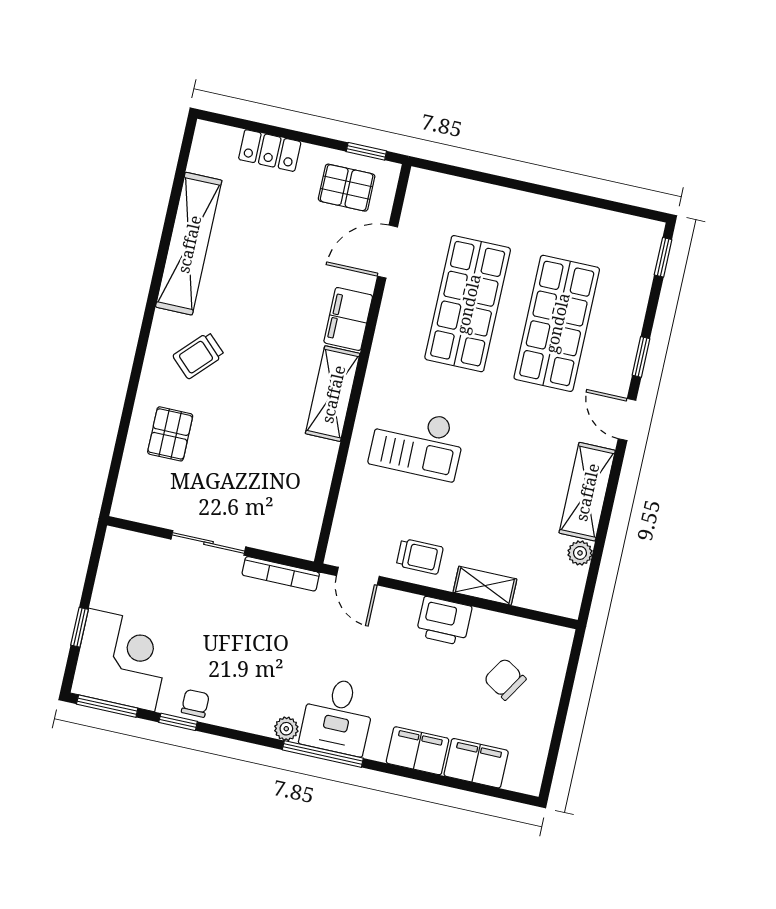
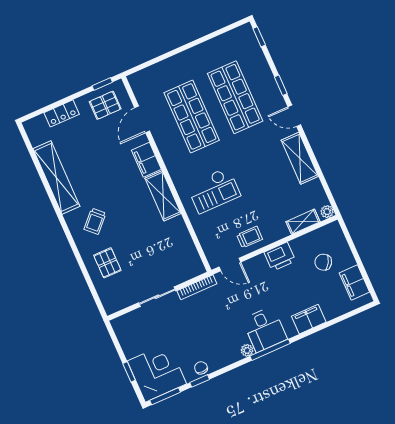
plant: (580, 553) -> (327, 212), moved
shelving: (485, 586) -> (303, 222), moved
filing cabinet: (476, 763) -> (354, 282), moved, turned -90

